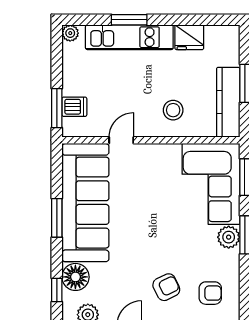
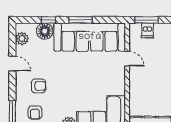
stool: (173, 110) -> (145, 90), removed
armchair: (166, 287) -> (39, 86), turned -64
window: (57, 290) -> (49, 20), moved

